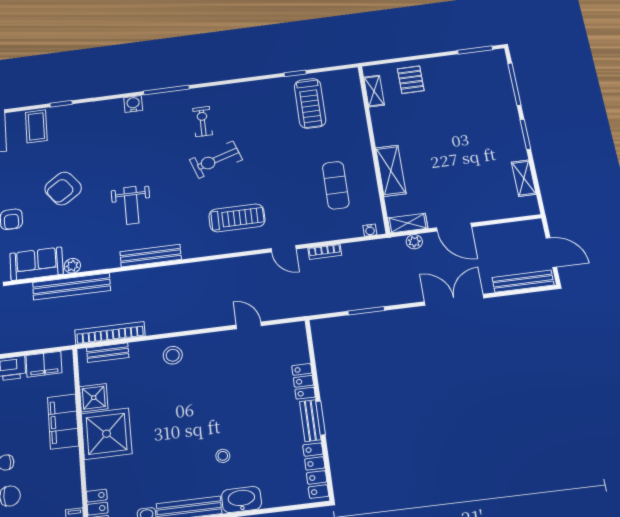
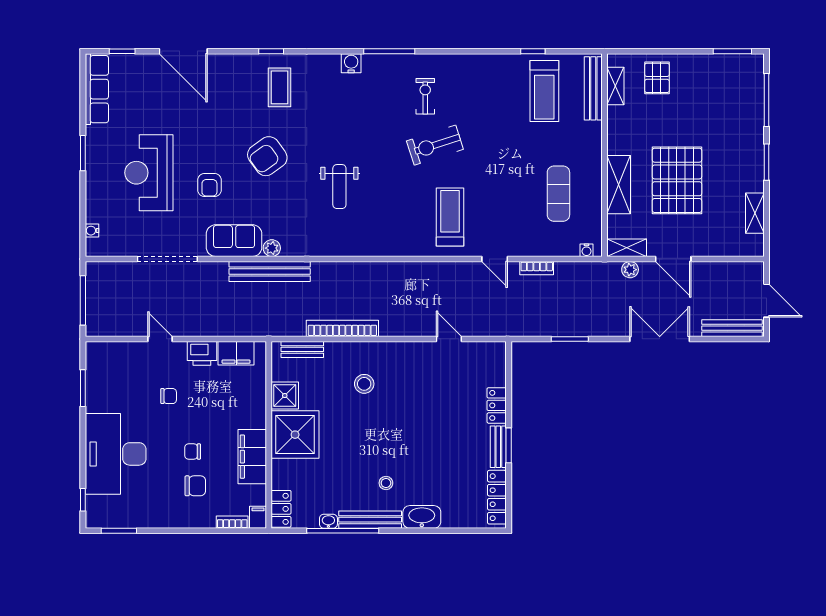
coffee table: (36, 126) -> (280, 87), moved
pallet: (445, 160) -> (677, 180), added
treadmill: (237, 218) -> (450, 217), turned -90
bench: (151, 256) -> (593, 88), moved, turned 90
bookcase: (110, 333) -> (342, 328), moved
stool: (173, 355) -> (364, 384), moved
filing cabinet: (63, 421) -> (252, 457), moved
stool: (223, 456) -> (386, 483), moved

